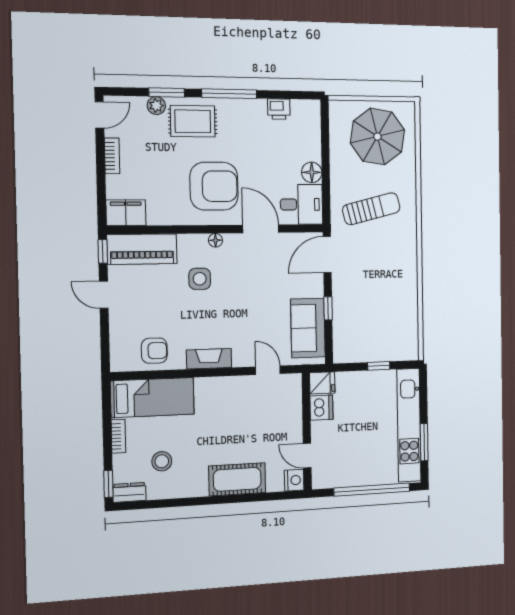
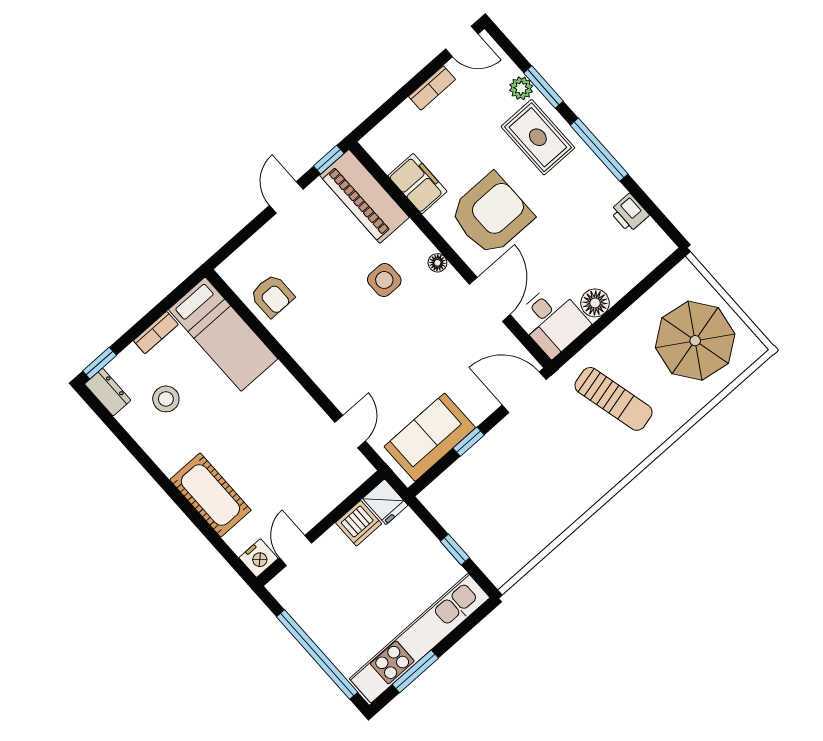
armchair: (214, 186) -> (491, 214), turned -90
filing cabinet: (126, 213) -> (417, 184), moved
fireplace: (209, 359) -> (311, 359), removed

